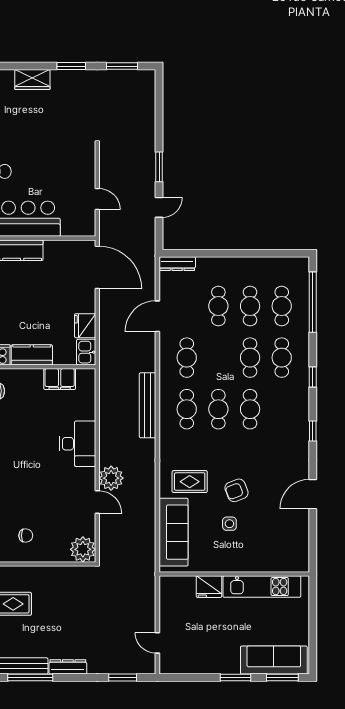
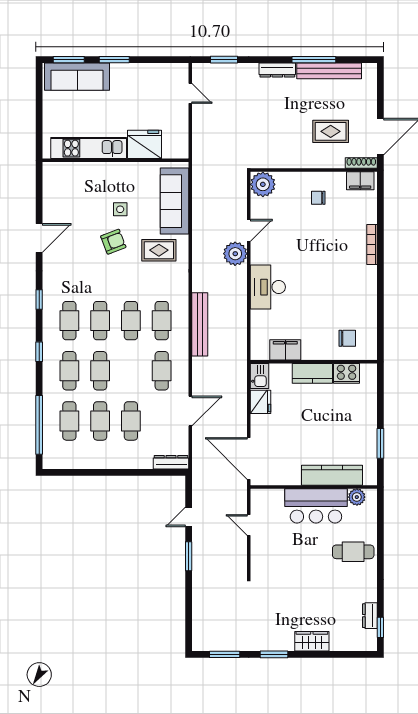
cafe table: (282, 409) -> (69, 321), added
door: (97, 502) -> (249, 230), swing flipped
fridge: (209, 587) -> (145, 144), width x1.36, depth x1.34

